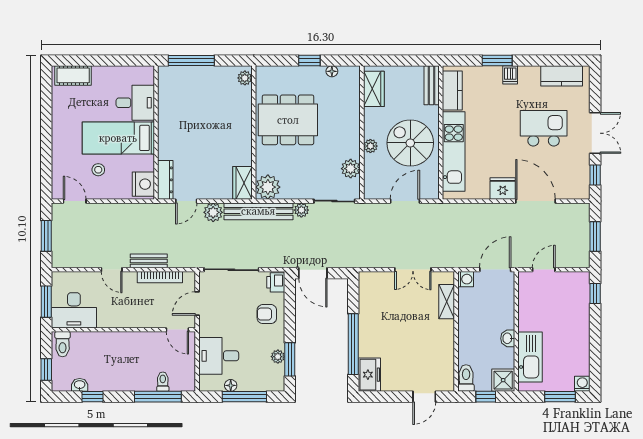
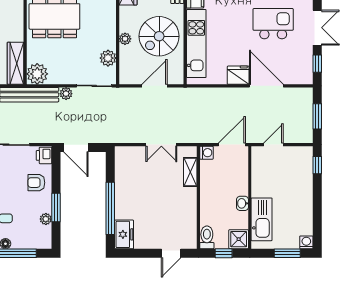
spiral stairs: (410, 143) -> (159, 36), turned -90
wardrobe: (242, 183) -> (16, 63), width x1.50
window: (290, 359) -> (56, 207), moved

